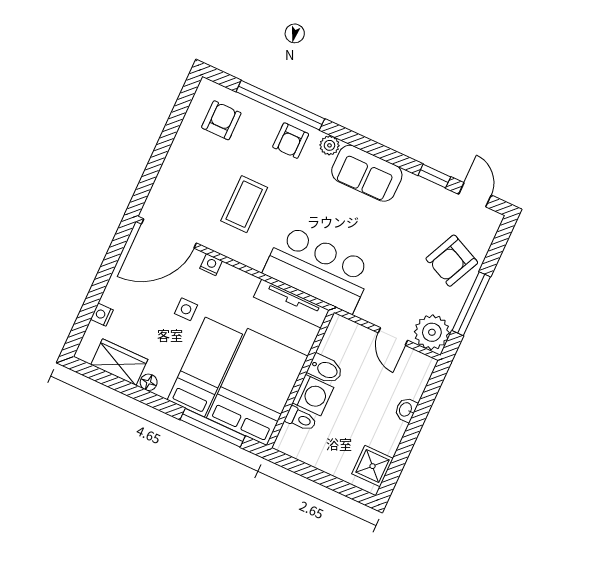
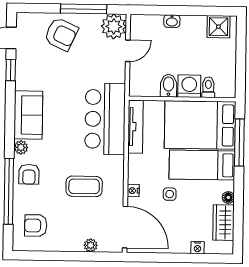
armchair: (291, 141) -> (29, 174), turned 90
plant: (165, 179) -> (91, 245), added

